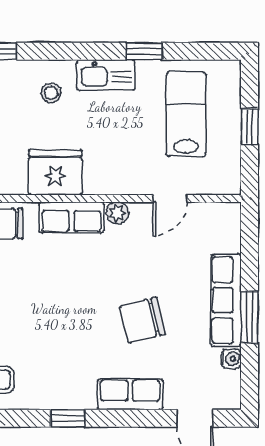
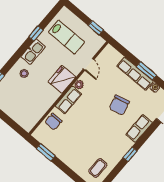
lab bench: (186, 114) -> (67, 37), turned 180
window: (249, 127) -> (96, 28), moved
fridge: (55, 172) -> (62, 79), moved

